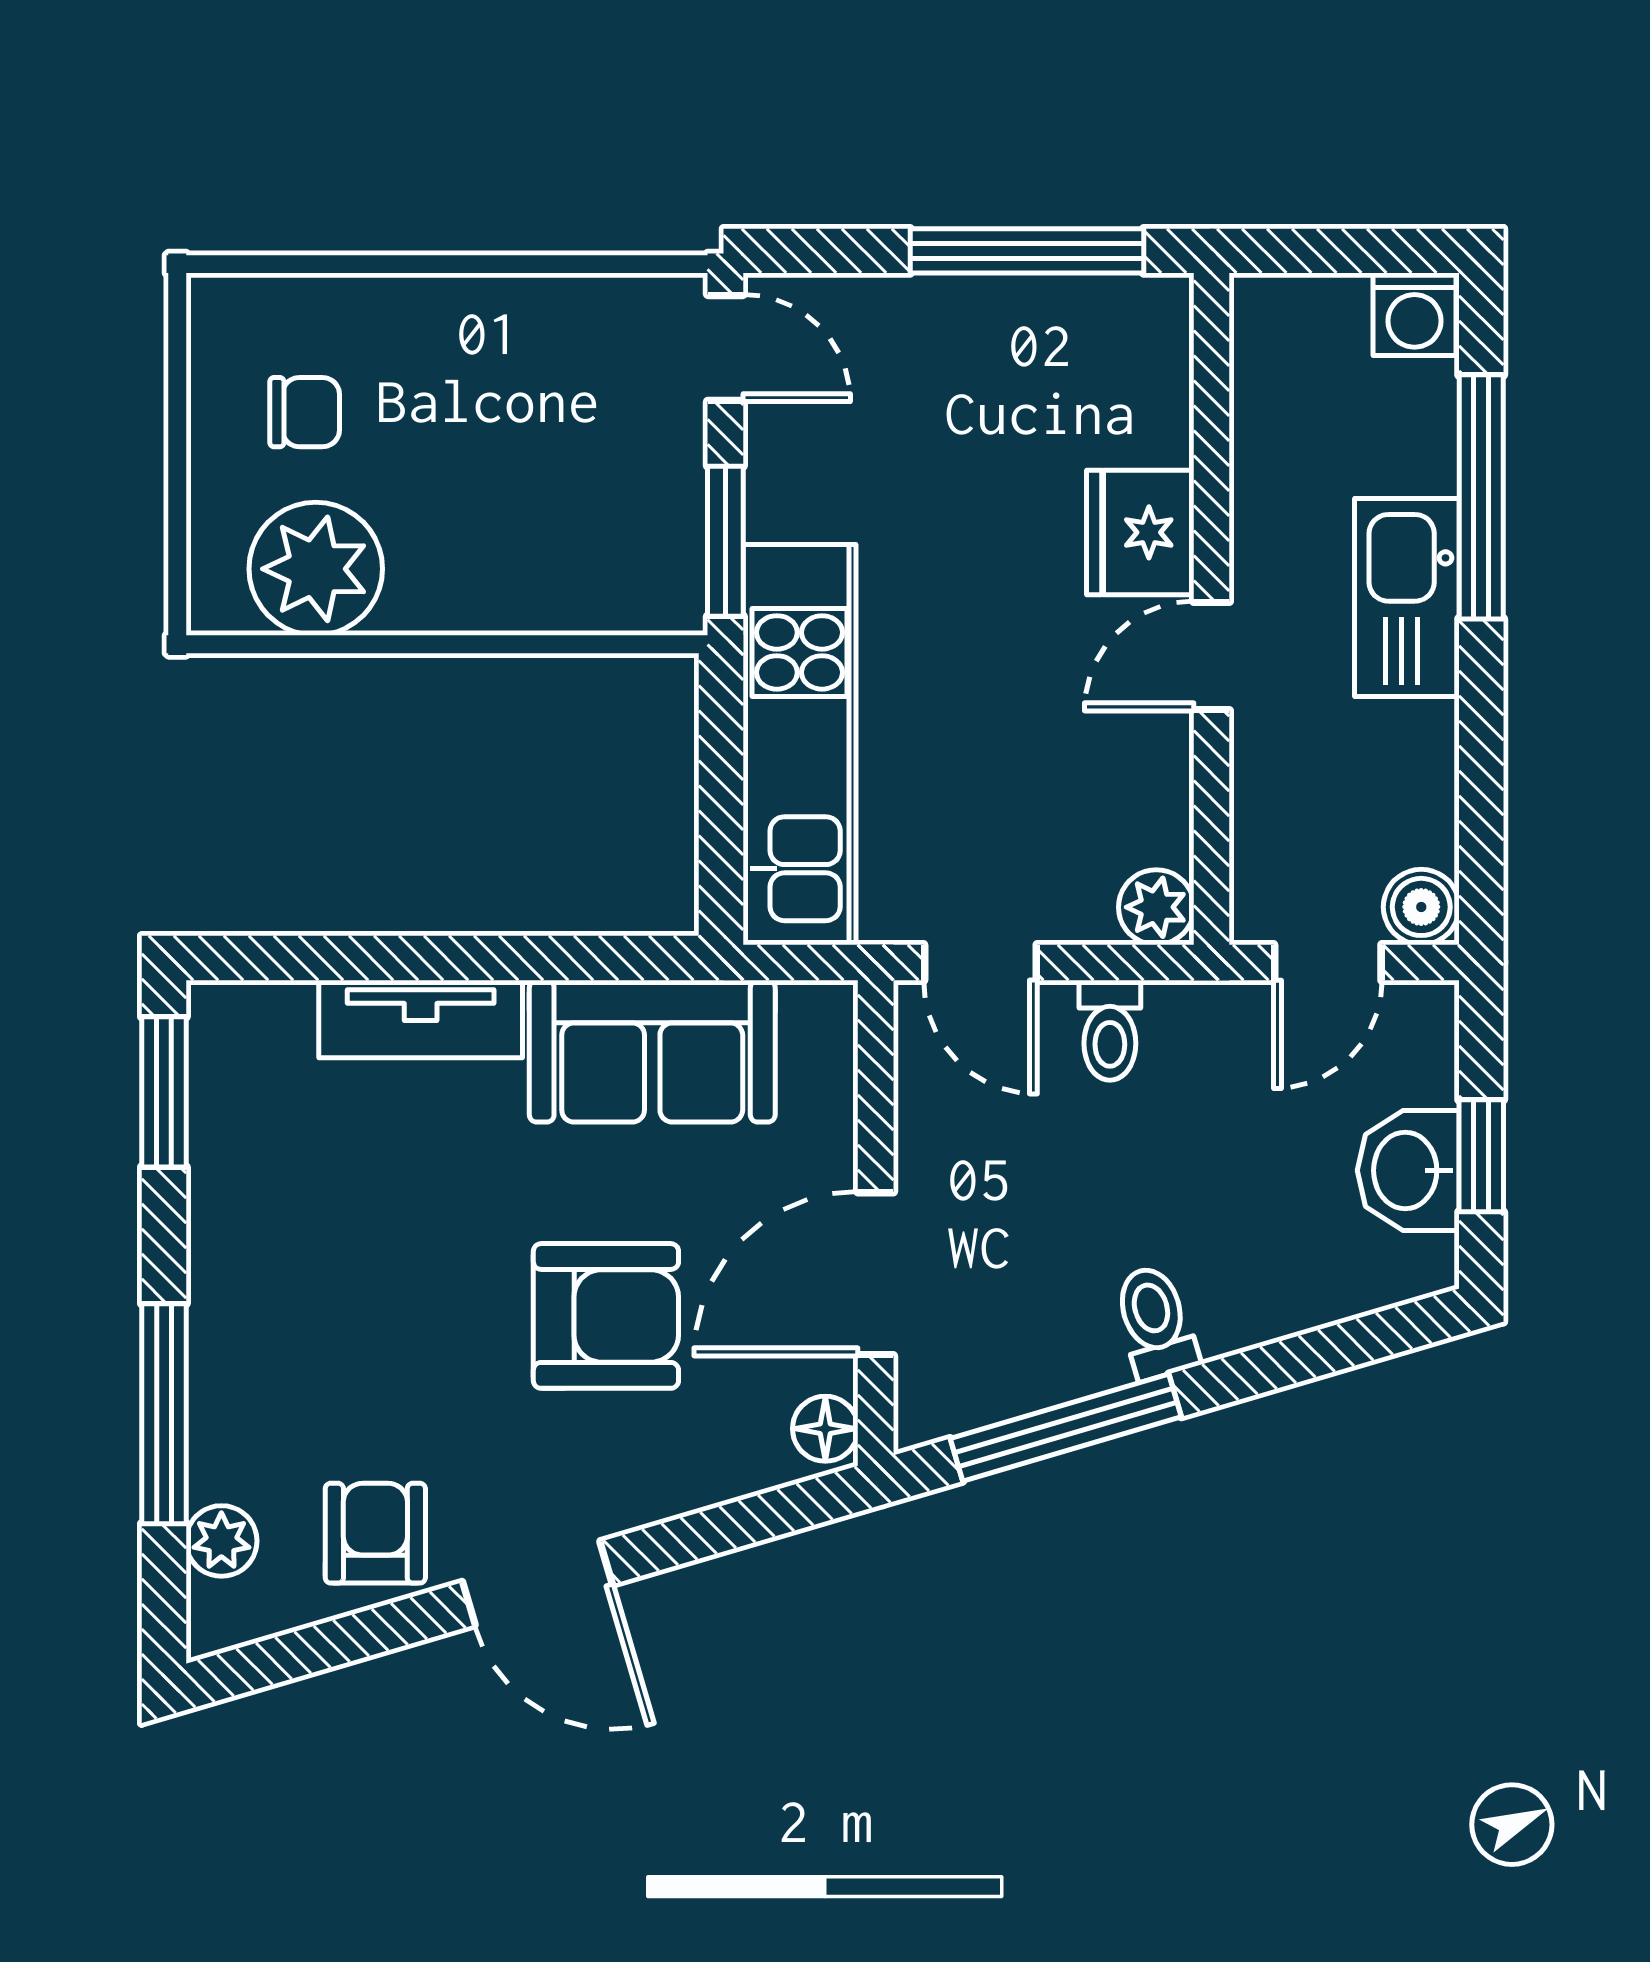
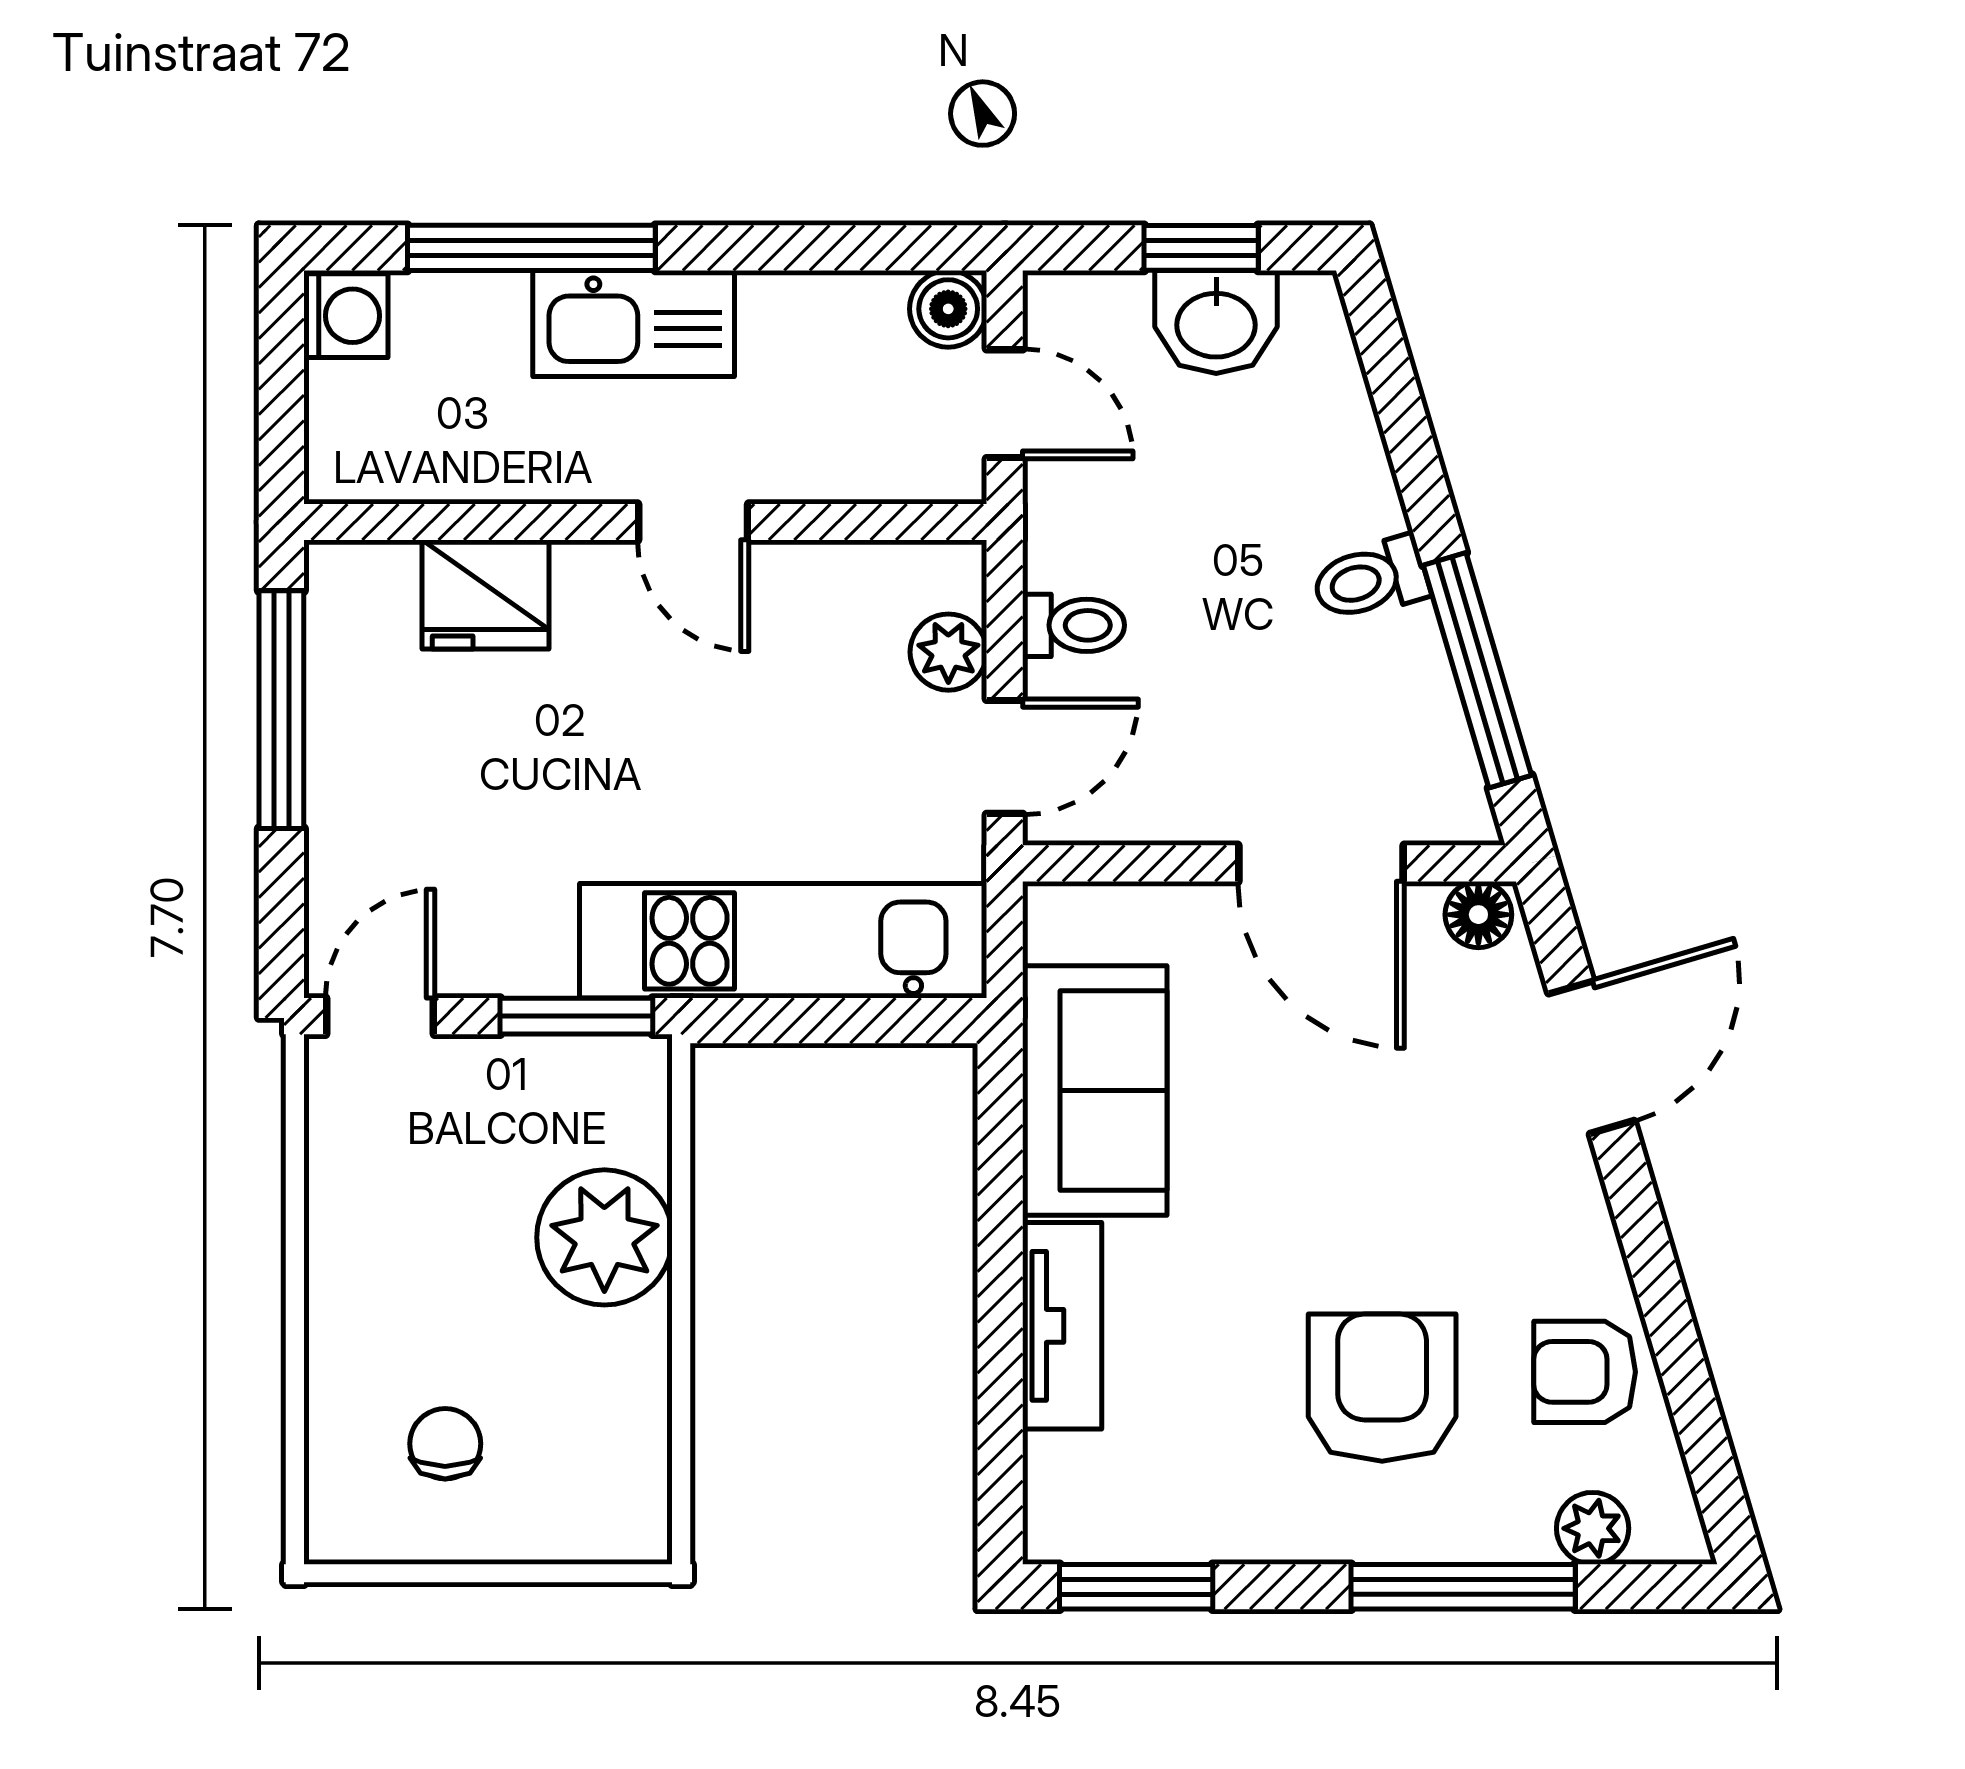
fridge: (1140, 532) -> (485, 595), moved
plant: (316, 569) -> (604, 1237), moved
plant: (1156, 907) -> (948, 652), moved
armchair: (606, 1316) -> (1382, 1388), moved
door: (538, 1583) -> (1591, 1057), moved

